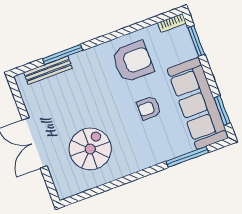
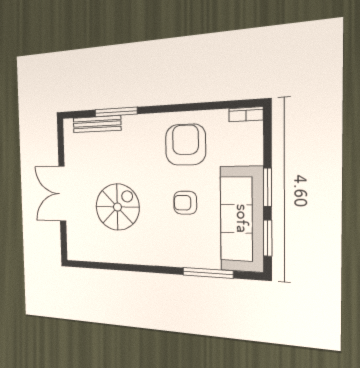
window: (196, 41) -> (268, 187), moved
armchair: (133, 62) -> (186, 145), turned -90
spiral stairs: (90, 149) -> (117, 207), moved

